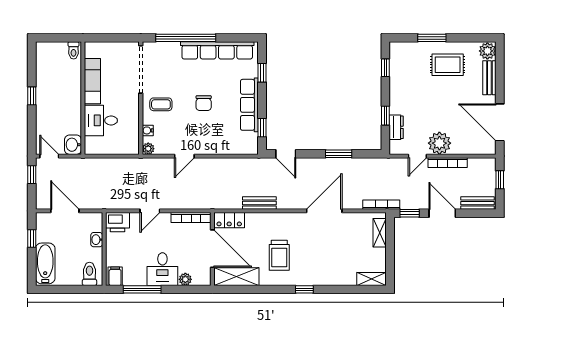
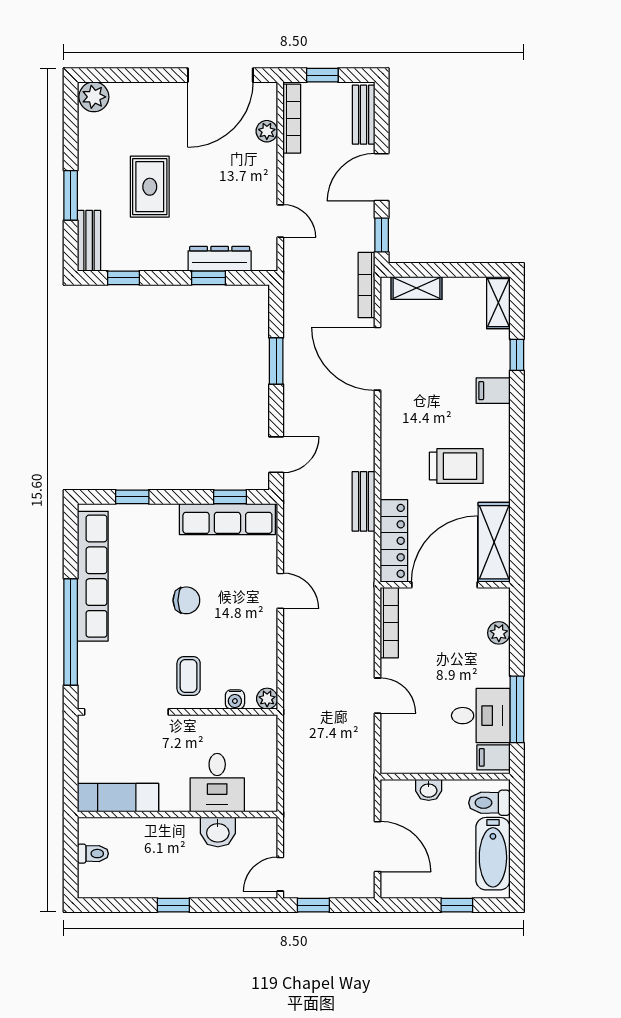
toilet: (74, 50) -> (93, 854), moved
rug: (448, 65) -> (150, 187), moved
bench: (489, 78) -> (89, 241), moved, turned 90
exam couch: (92, 81) -> (118, 798), moved
row of seats: (249, 105) -> (227, 519), moved
dresser: (396, 127) -> (220, 259), width x1.44
plant: (439, 143) -> (267, 131), moved, width x0.53, depth x0.53
washbasin: (73, 145) -> (218, 832), moved
door: (184, 156) -> (280, 591), moved
bookcase: (448, 163) -> (292, 119), moved
door: (65, 211) -> (378, 847), swing flipped
door: (324, 211) -> (378, 359), moved
locker: (229, 220) -> (394, 541), width x1.53
printer: (118, 222) -> (398, 753), removed
window: (32, 239) -> (457, 905), moved
bathtub: (45, 263) -> (493, 854), moved, turned -90
desk: (162, 269) -> (481, 716), moved
filing cabinet: (322, 276) -> (493, 391), added
window: (304, 289) -> (517, 355), moved

